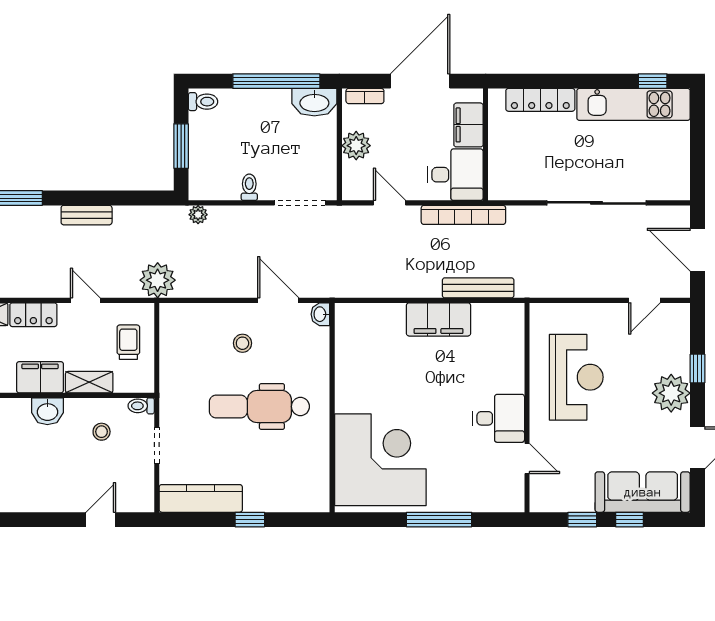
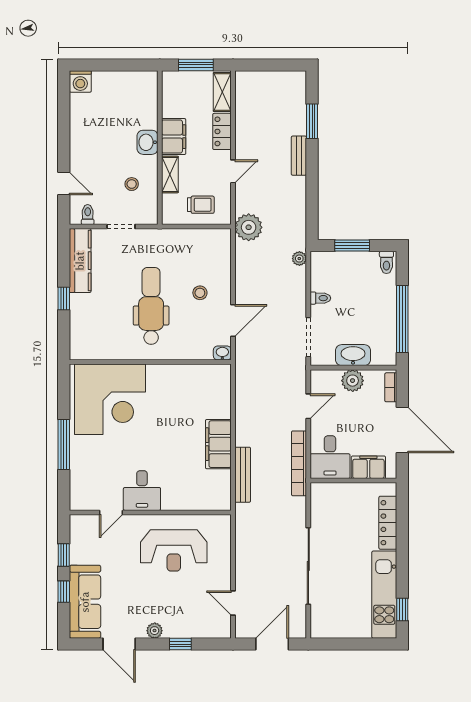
washbasin: (314, 102) -> (353, 355), moved, turned 90
bench: (87, 215) -> (299, 156), moved
plant: (671, 393) -> (155, 631), width x0.53, depth x0.53
toilet: (141, 406) -> (88, 215), moved

